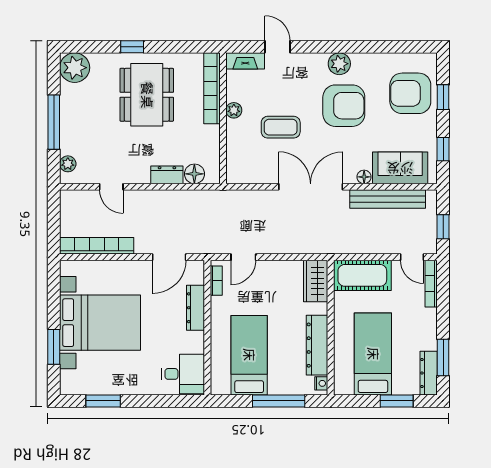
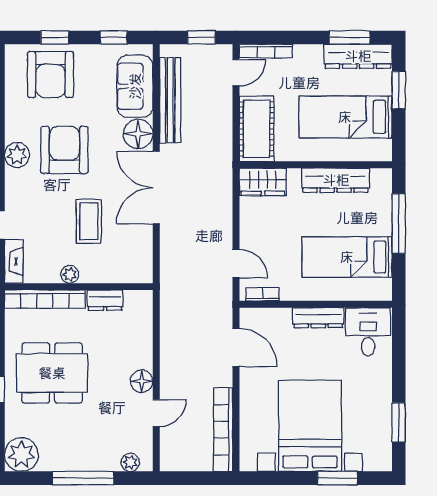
floor lamp: (194, 174) -> (142, 381), moved
dresser: (167, 175) -> (105, 300), moved, turned -90
floor lamp: (364, 177) -> (138, 134), width x1.89, depth x1.89
dresser: (196, 308) -> (318, 318), moved
dresser: (429, 373) -> (358, 56), width x1.37, depth x1.24
nightstand: (321, 383) -> (379, 175), removed

